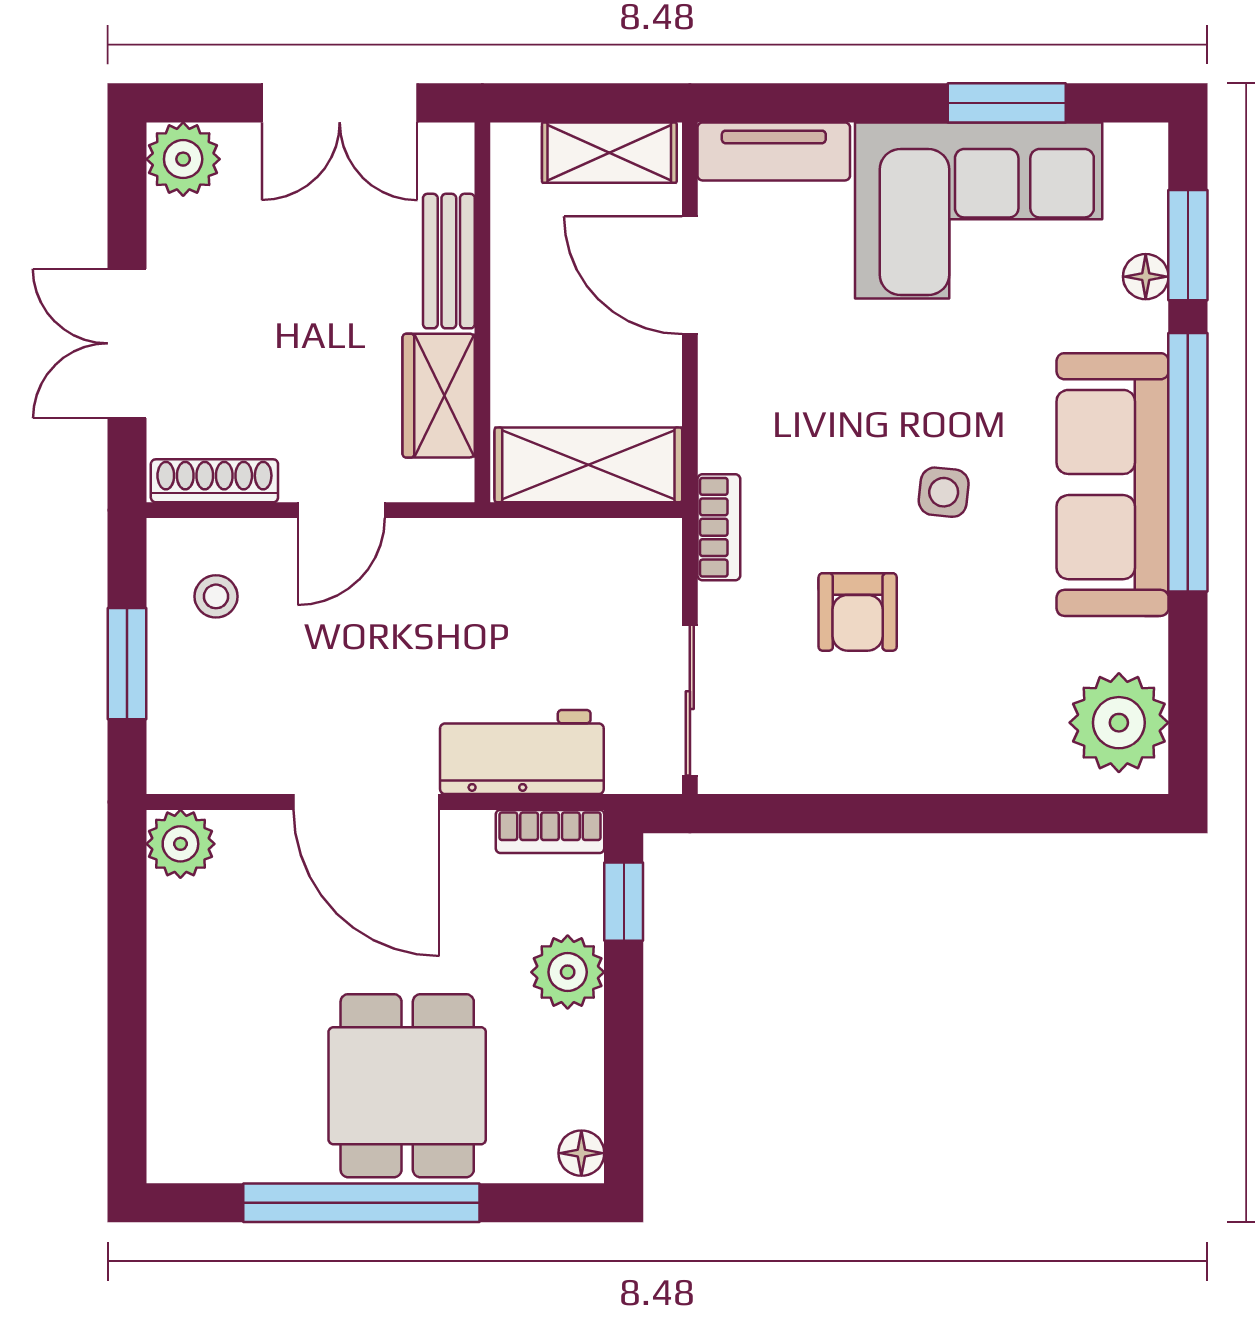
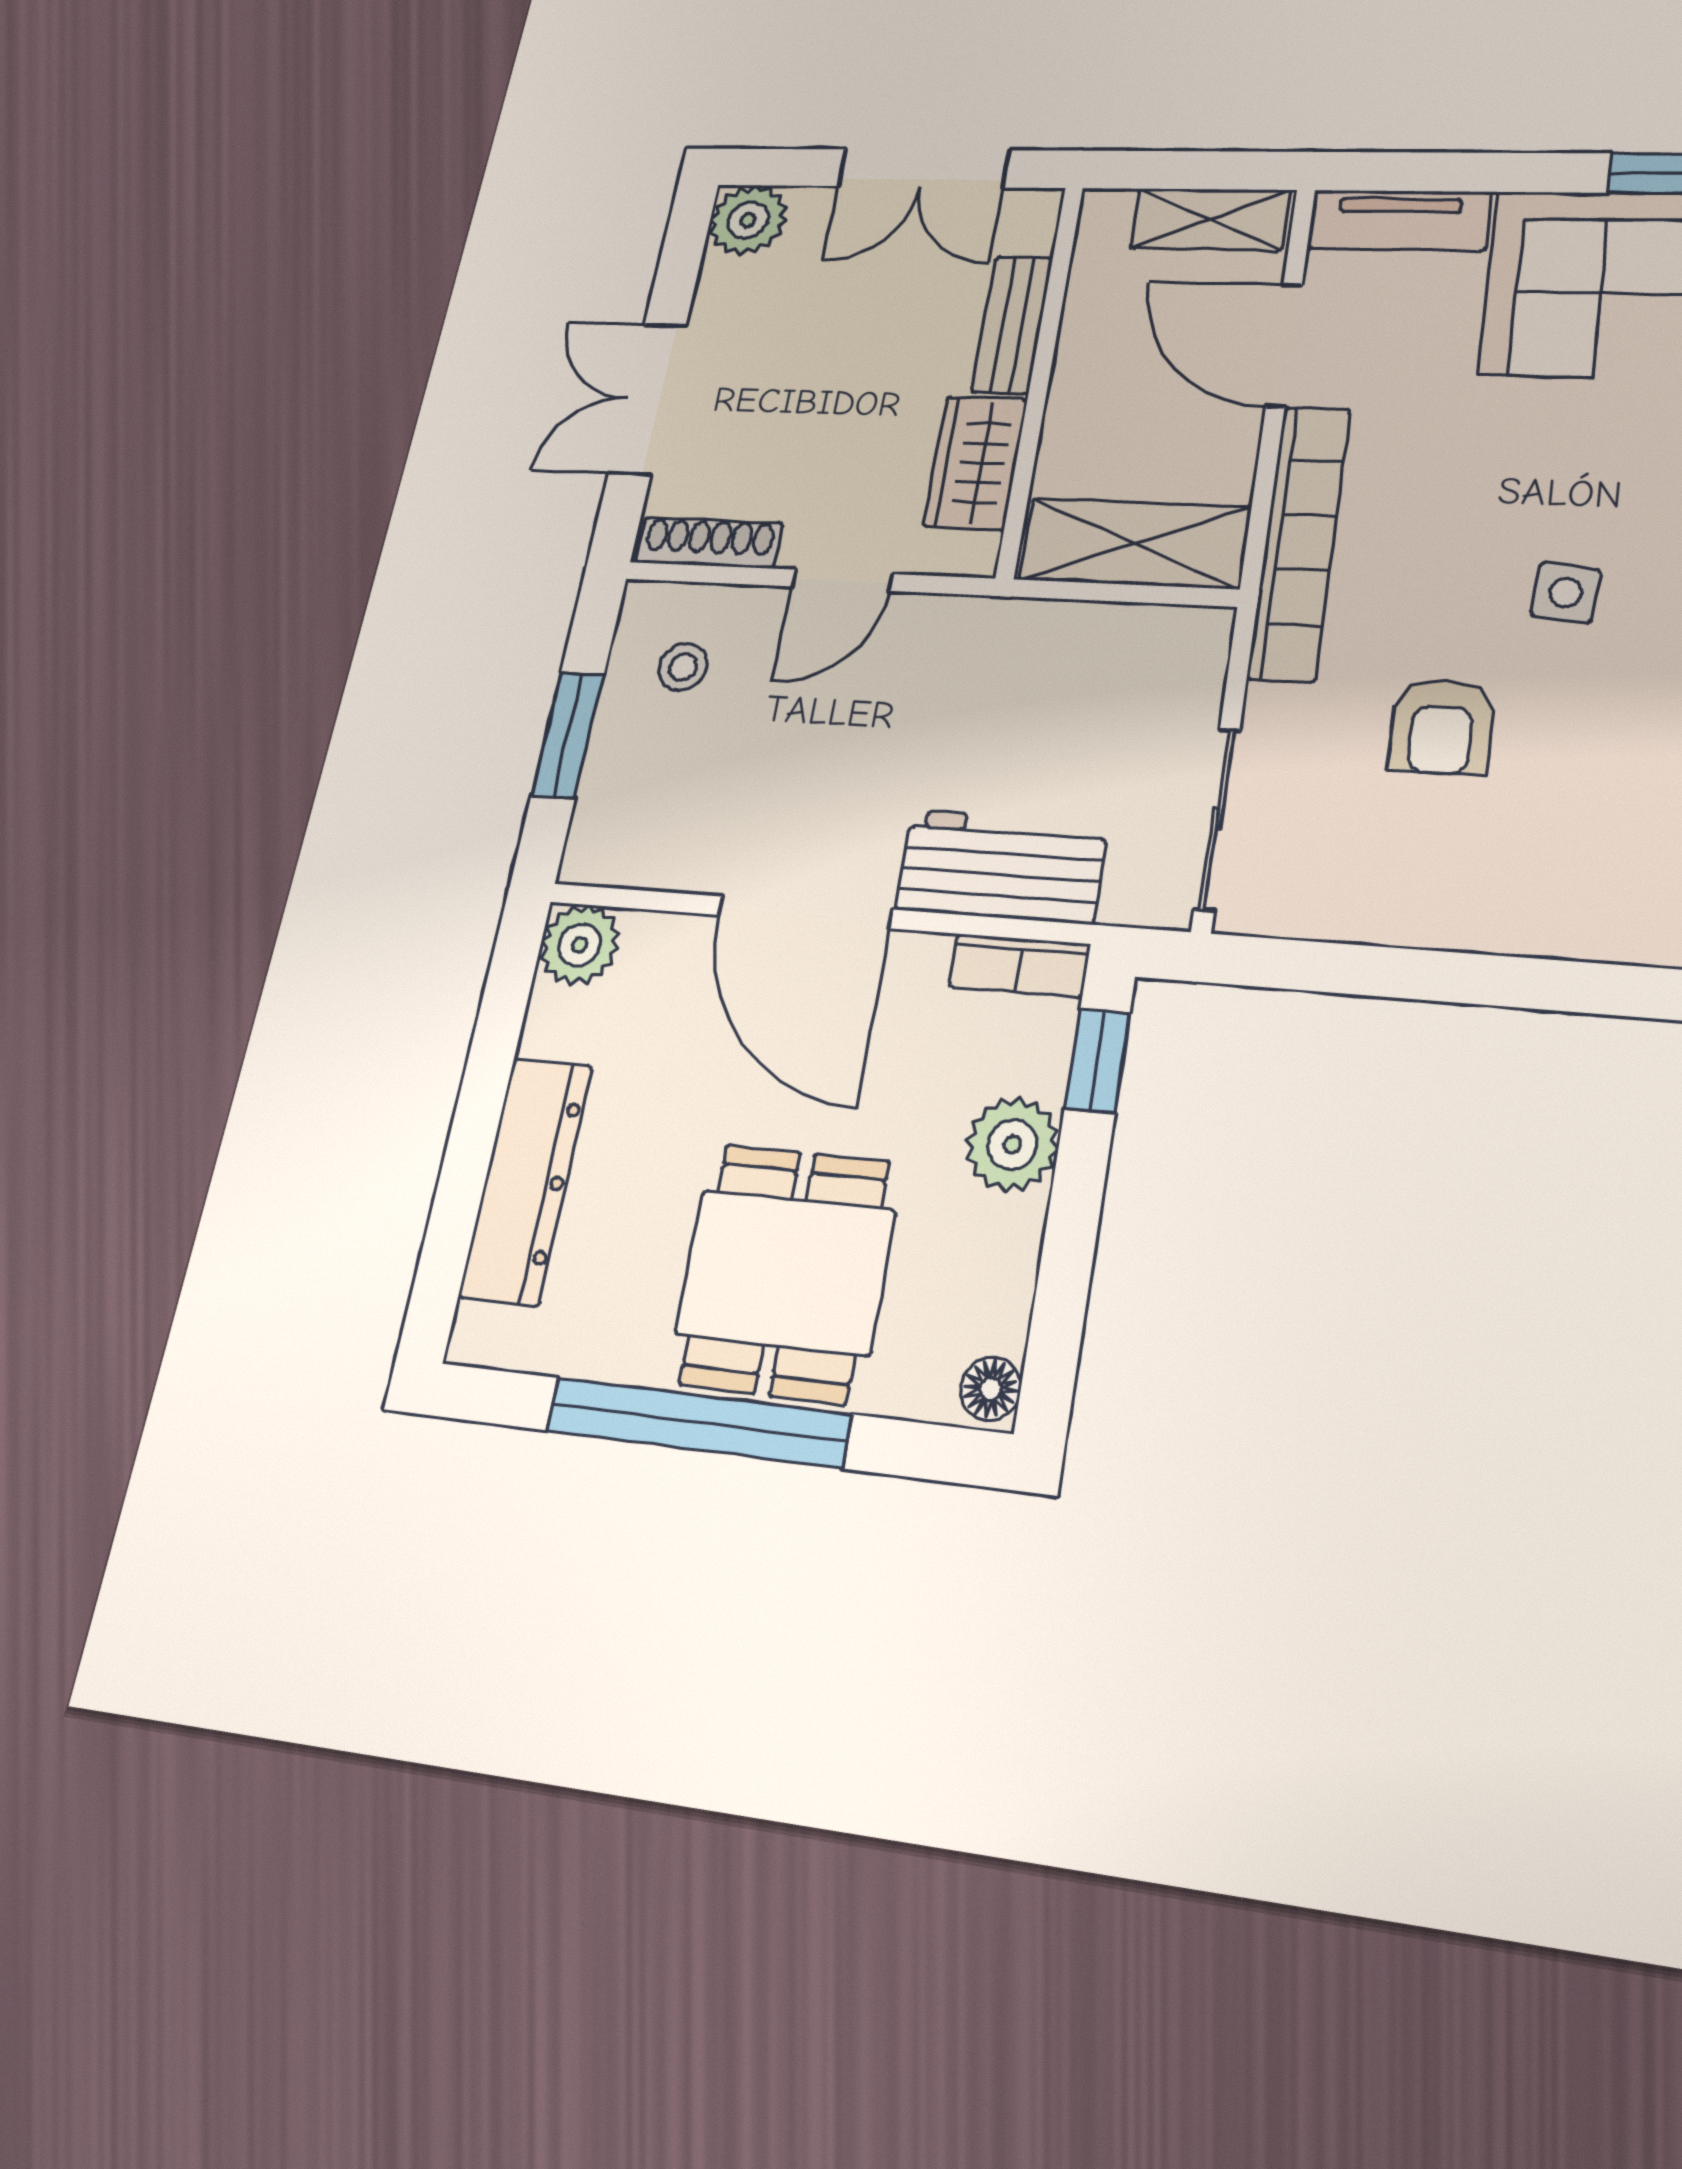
bookcase: (719, 527) -> (1299, 542), width x2.31, depth x1.31
dresser: (180, 1037) -> (526, 1180), added

